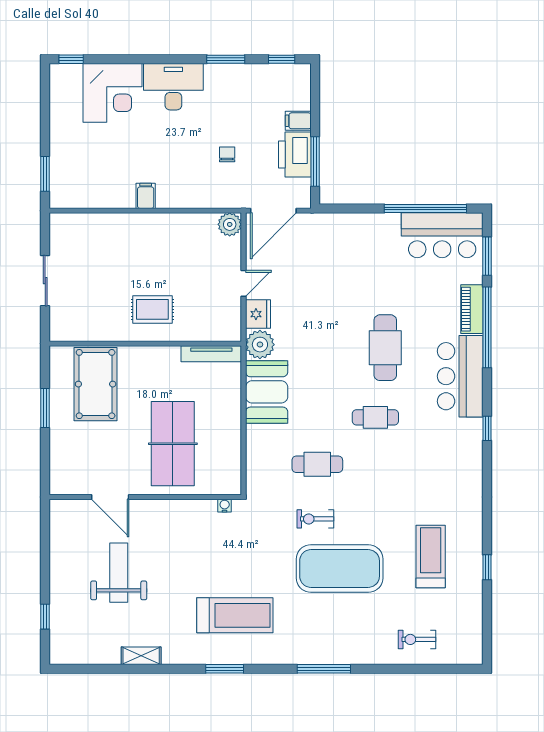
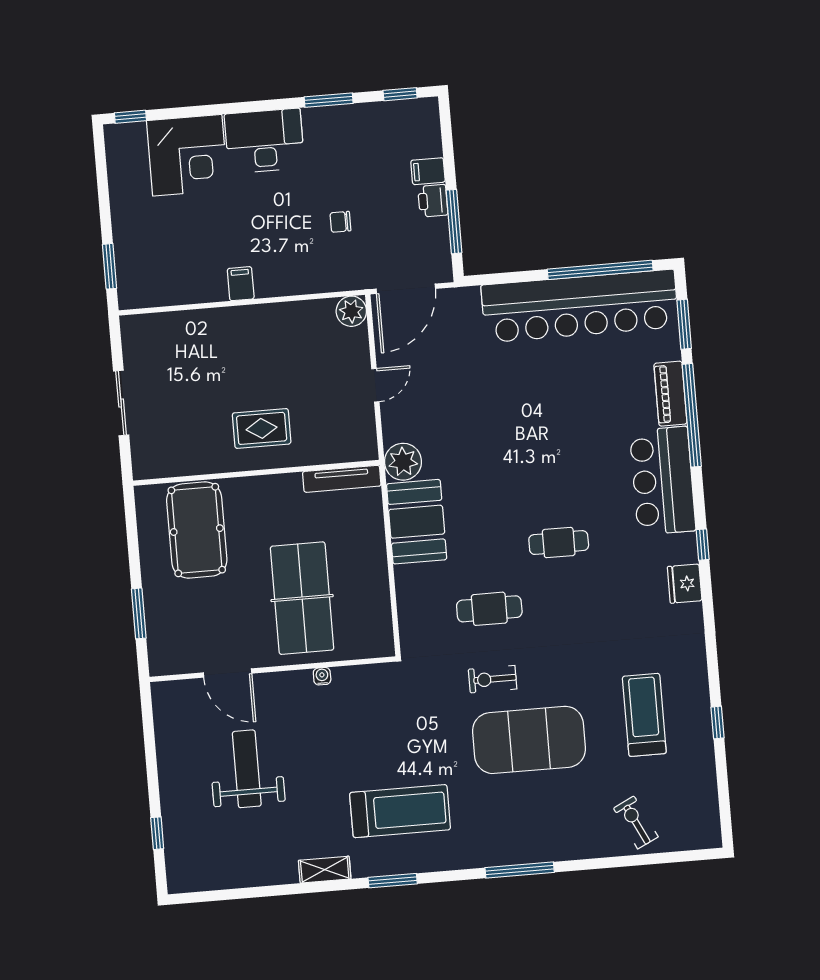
chair: (227, 154) -> (340, 222), turned -90
printer: (295, 154) -> (433, 201), width x0.53, depth x0.68
bar counter: (442, 235) -> (580, 306), width x1.86
fridge: (258, 314) -> (685, 584), moved, turned 180
cafe table: (385, 348) -> (564, 452), removed
window: (45, 408) -> (139, 613), moved
water cooler: (225, 506) -> (322, 676), moved
exercise bike: (417, 639) -> (636, 822), turned 64
shelving: (141, 656) -> (325, 870), moved

